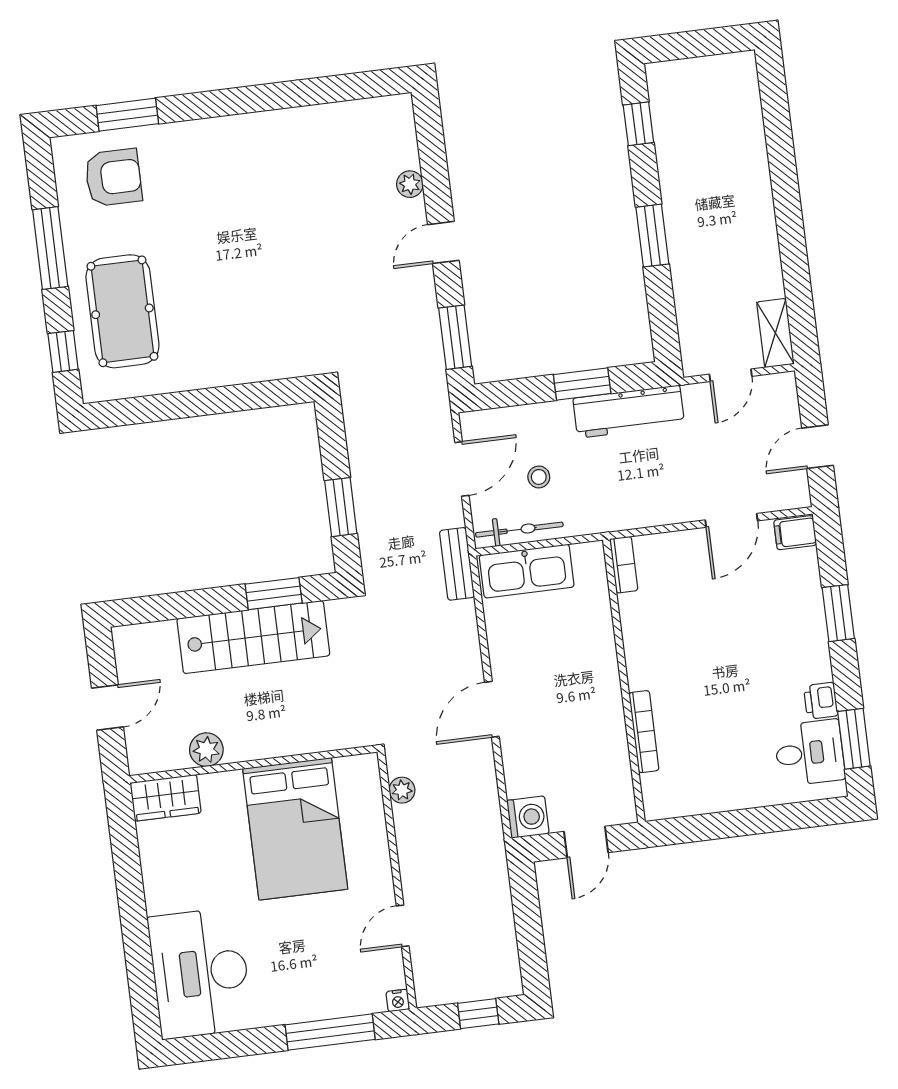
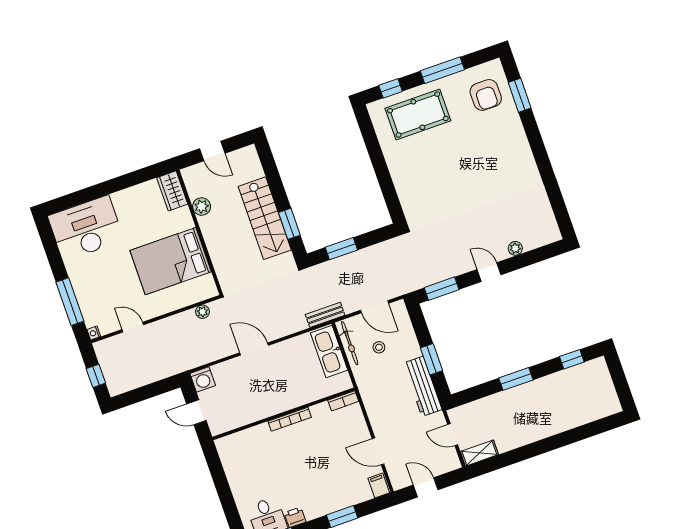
bookcase: (644, 732) -> (290, 419), moved

